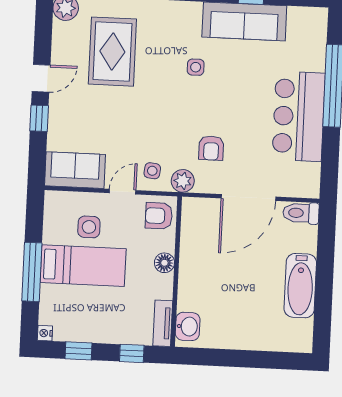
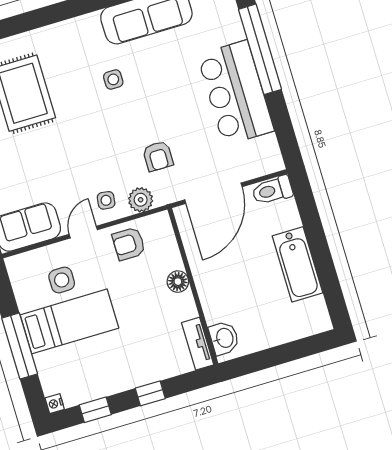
floor lamp: (164, 263) -> (178, 282), moved
wall: (176, 272) -> (193, 286), moved
tv unit: (163, 323) -> (198, 344), moved
washbasin: (188, 326) -> (224, 338), moved

